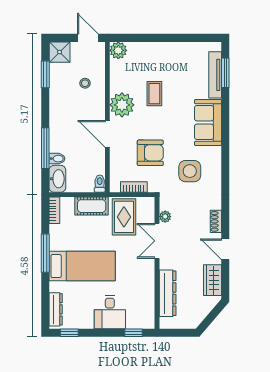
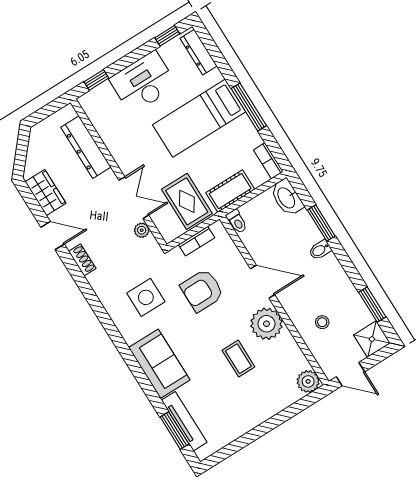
window: (45, 148) -> (321, 223), width x0.69
bidet: (57, 159) -> (320, 250), moved
desk: (110, 312) -> (143, 82), width x1.37

